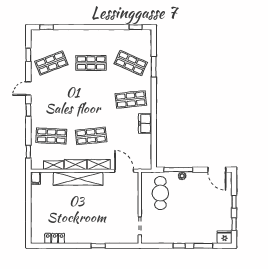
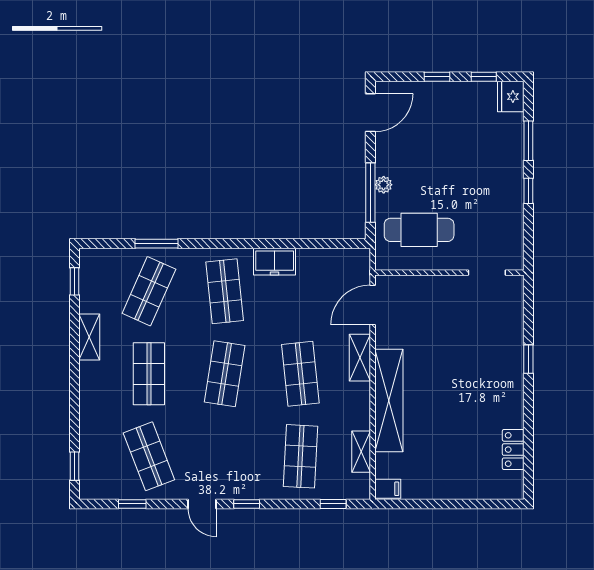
shop shelf: (91, 99) -> (225, 374), added
shelving: (76, 165) -> (89, 337), moved

